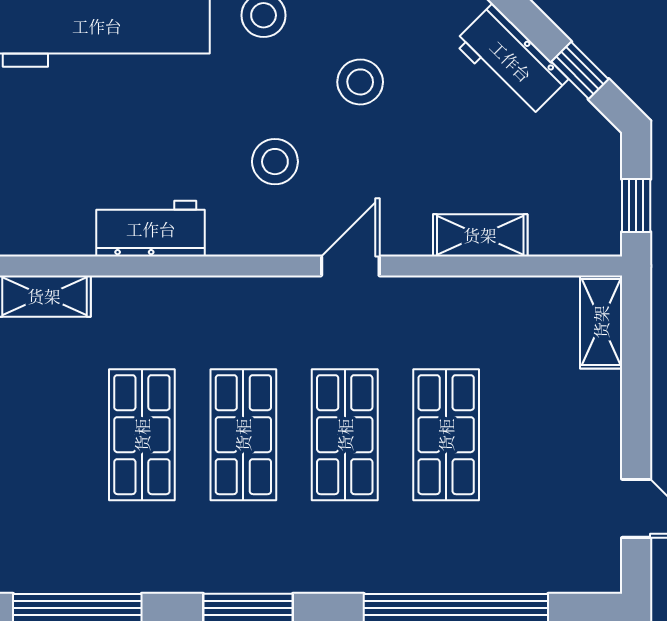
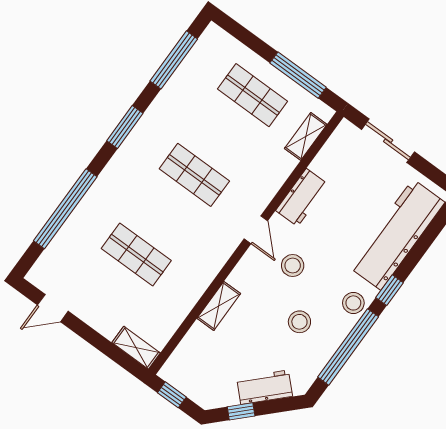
shelving: (480, 235) -> (219, 306), moved
door: (350, 266) -> (256, 230), moved
shop shelf: (142, 435) -> (252, 95), moved
shop shelf: (345, 435) -> (165, 215), removed

